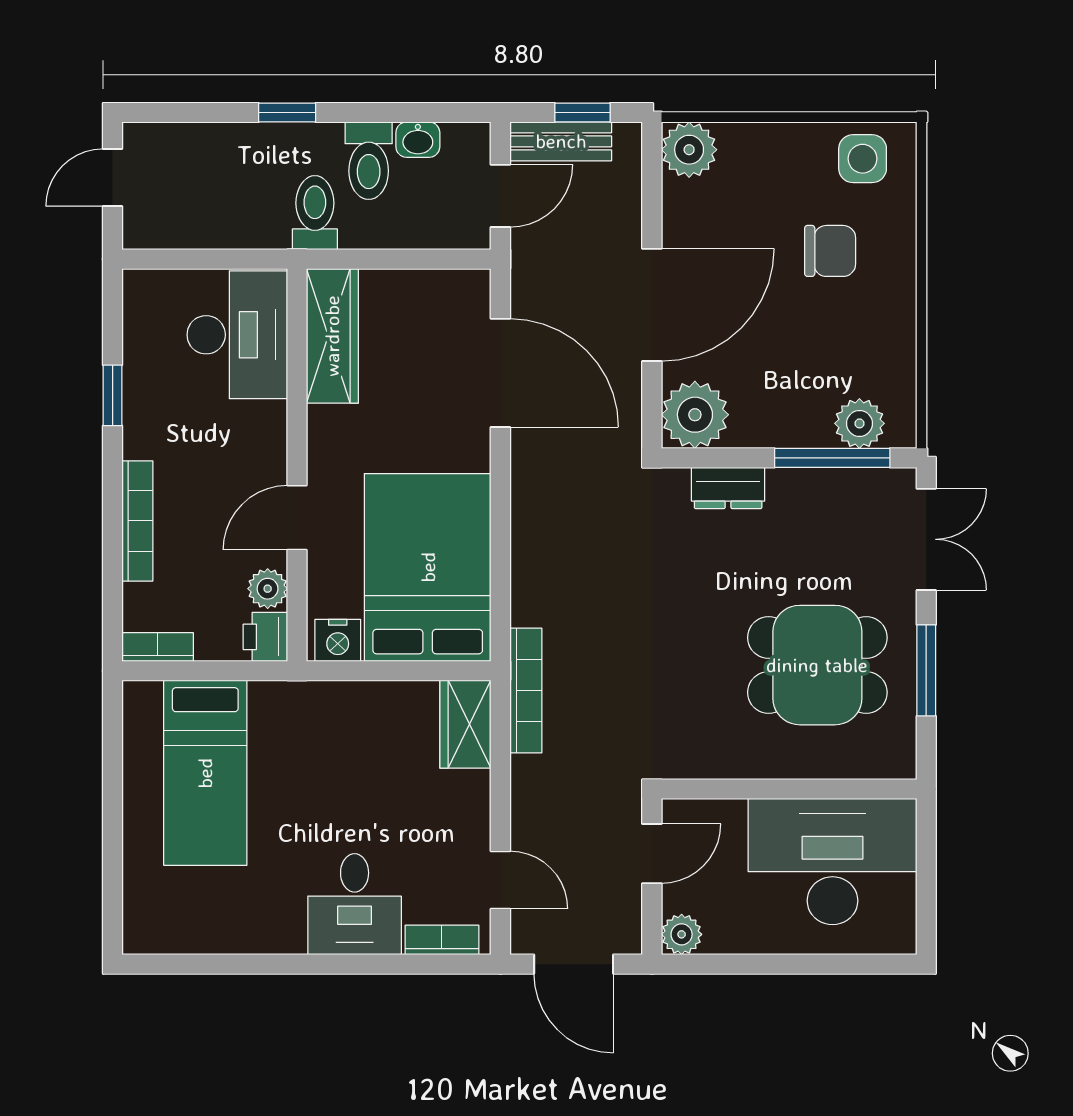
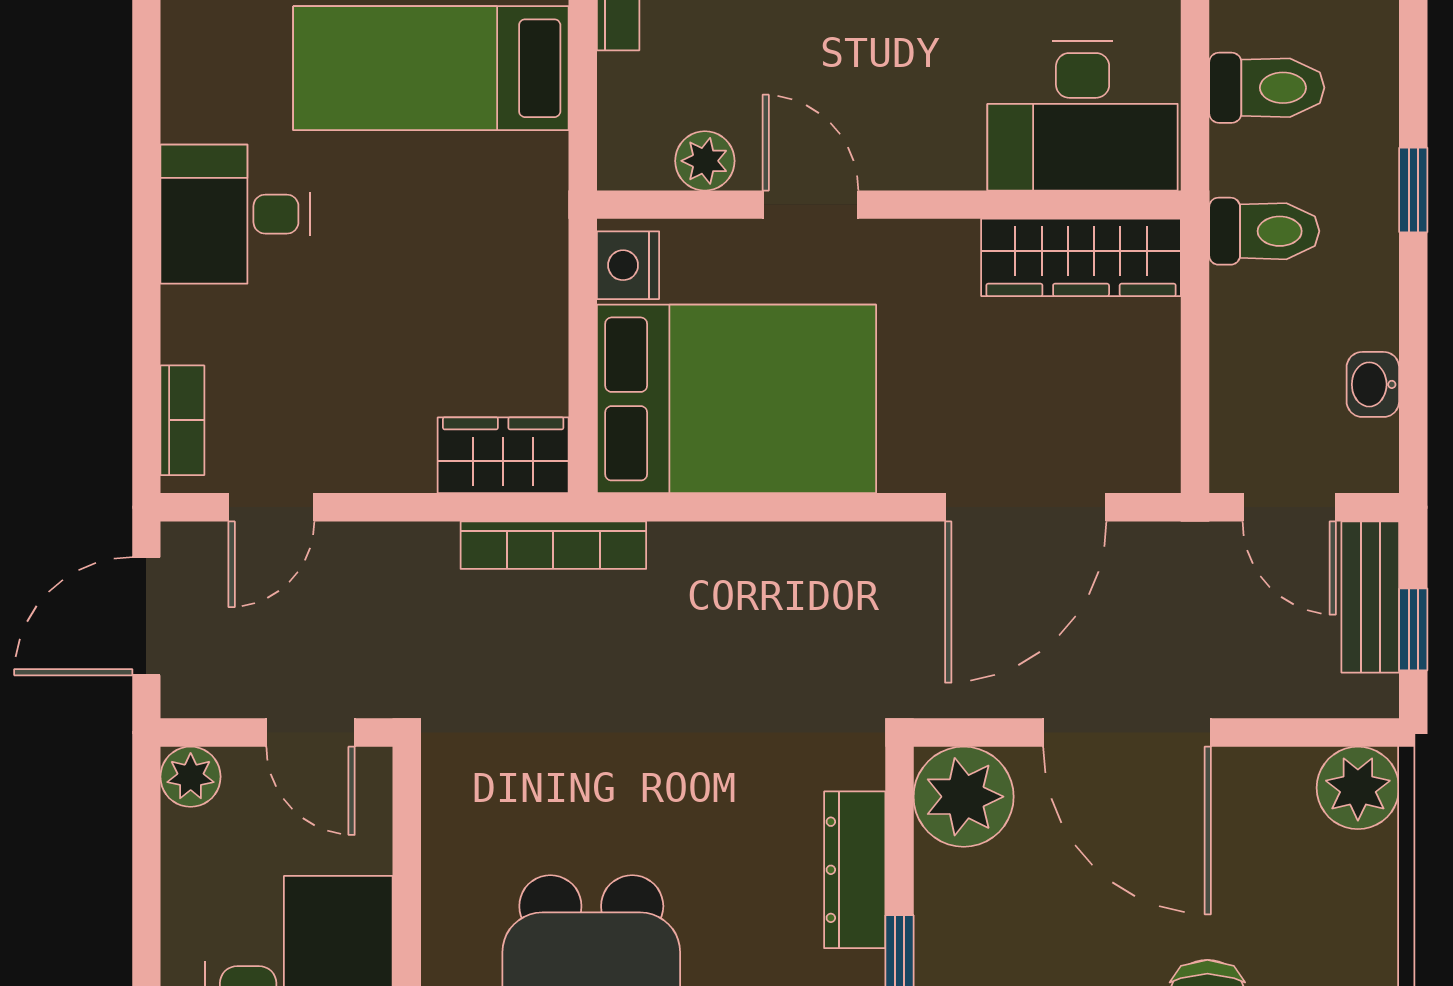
toilet: (369, 161) -> (1267, 88), moved, turned 180
dresser: (728, 488) -> (855, 870), width x1.44
printer: (265, 637) -> (633, 158), removed
desk: (355, 904) -> (235, 214), moved

